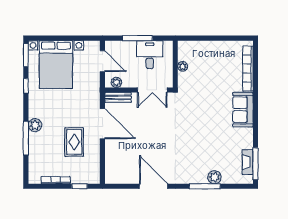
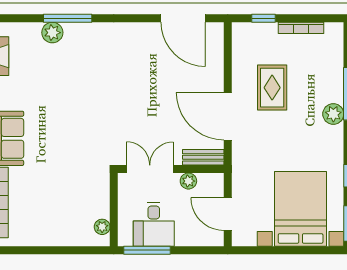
window: (137, 38) -> (147, 250), moved
plant: (183, 66) -> (102, 227), moved
plant: (116, 82) -> (188, 181), moved
door: (154, 186) -> (183, 18), moved

